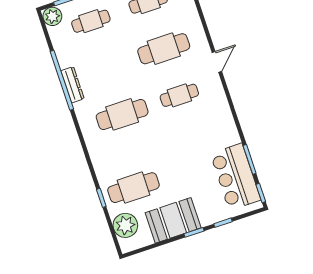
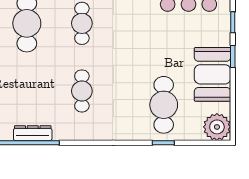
cafe table: (122, 114) -> (82, 91), width x0.73, depth x0.74
plant: (125, 225) -> (217, 127), moved

